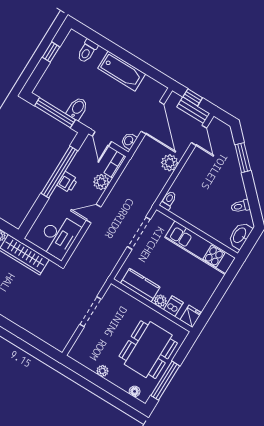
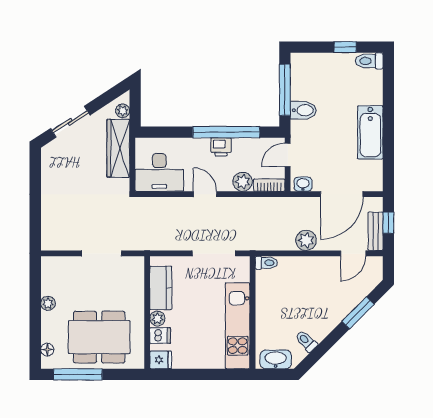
toilet: (87, 51) -> (369, 61), moved

